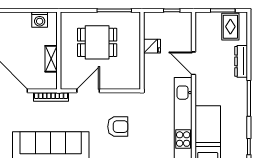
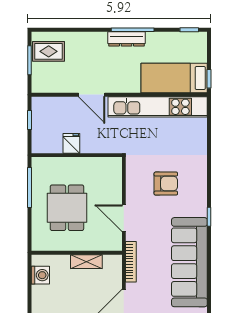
dresser: (241, 61) -> (126, 39), moved
door: (193, 63) -> (92, 95), hinge flipped
armchair: (118, 127) -> (166, 184), turned 90

